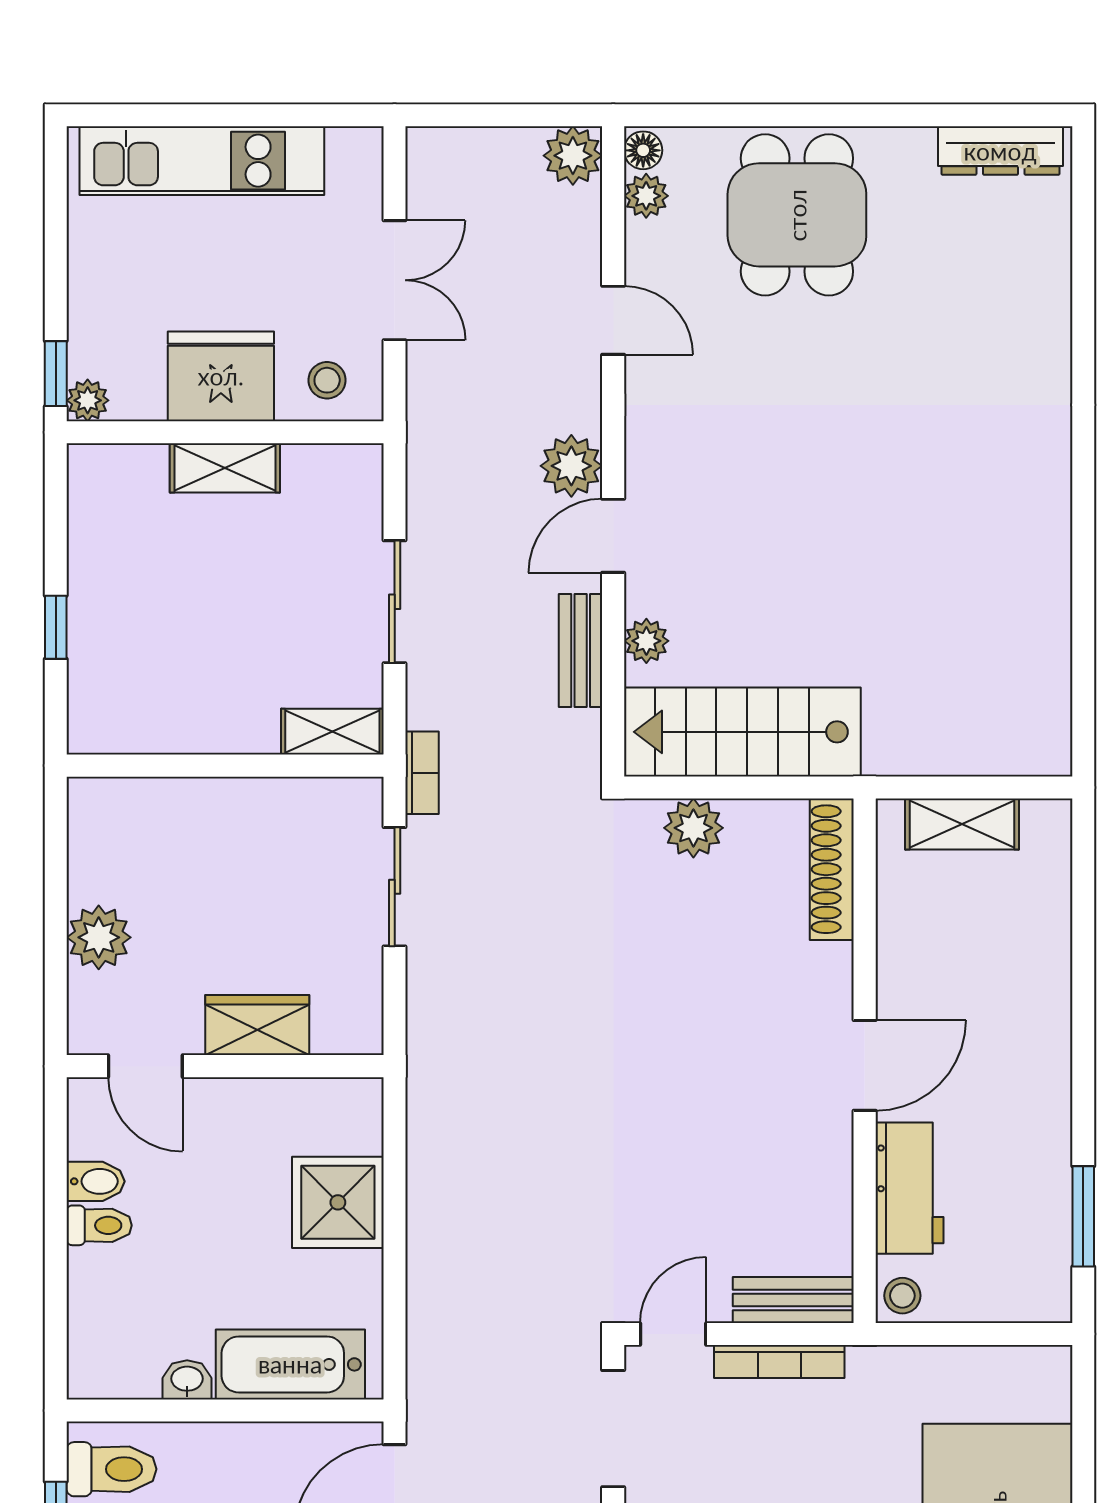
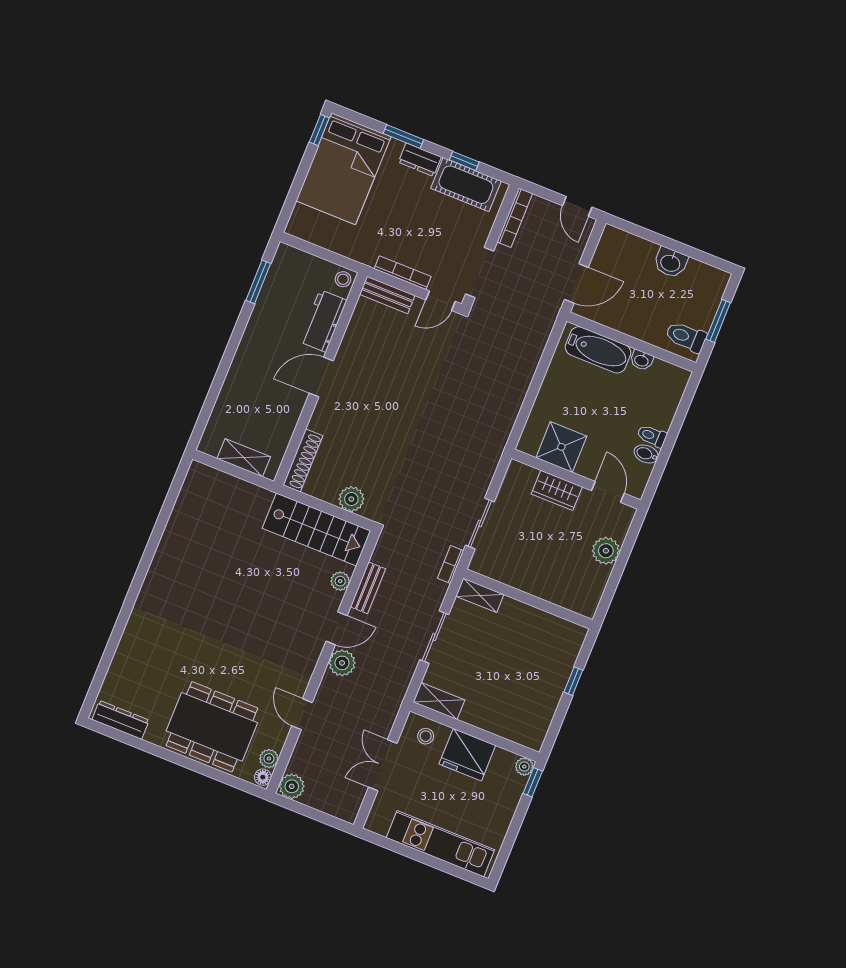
dining table: (797, 215) -> (212, 727), width x1.37
shelving: (225, 468) -> (439, 701), moved
shower: (338, 1202) -> (561, 447), moved

